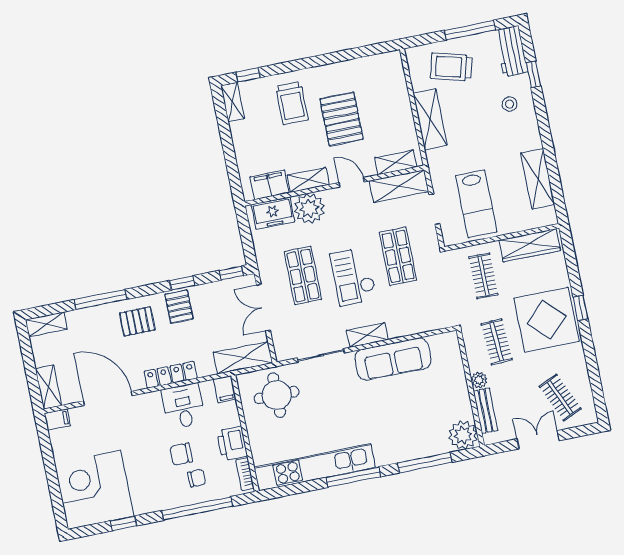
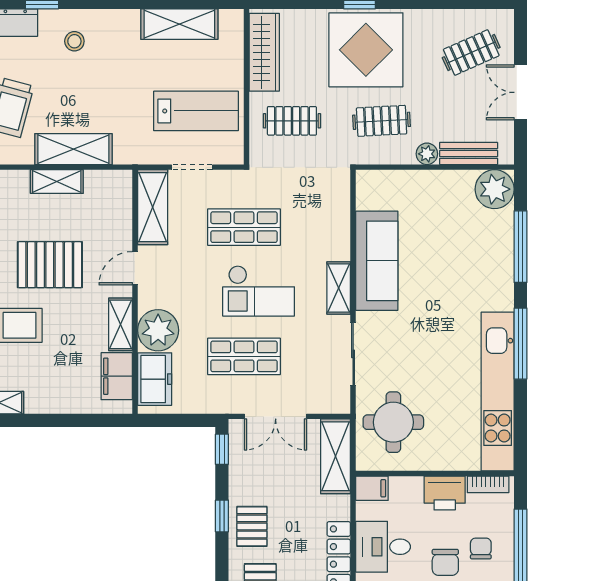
shelving: (396, 162) -> (57, 182), moved, turned 90
pallet: (179, 307) -> (252, 526), turned 90

